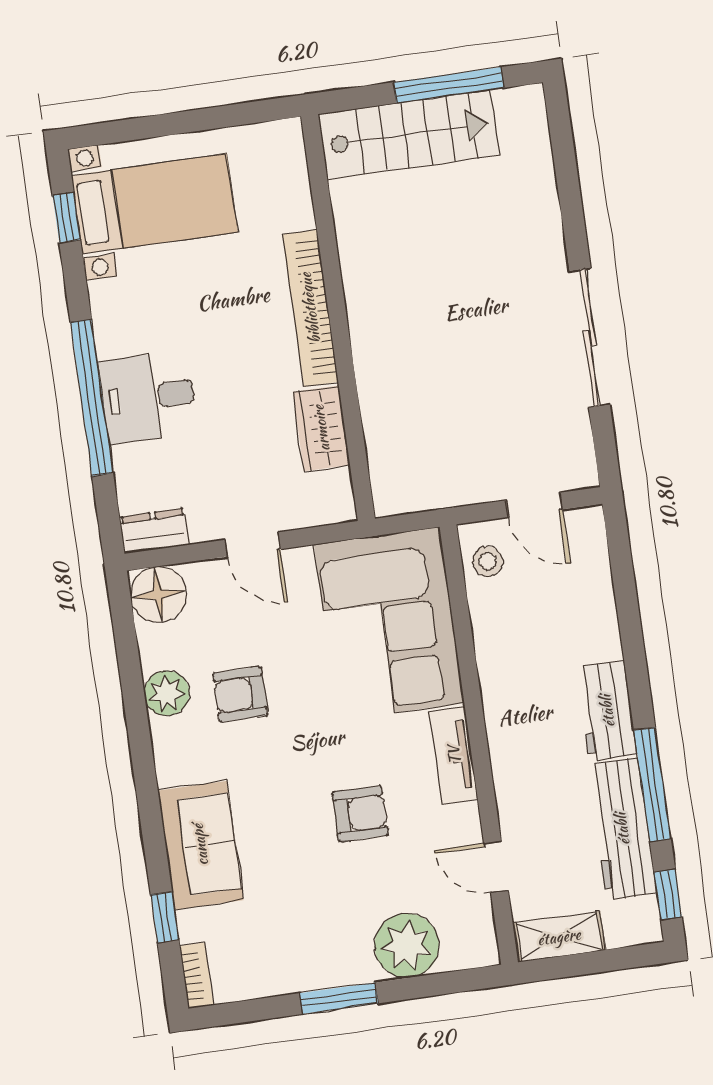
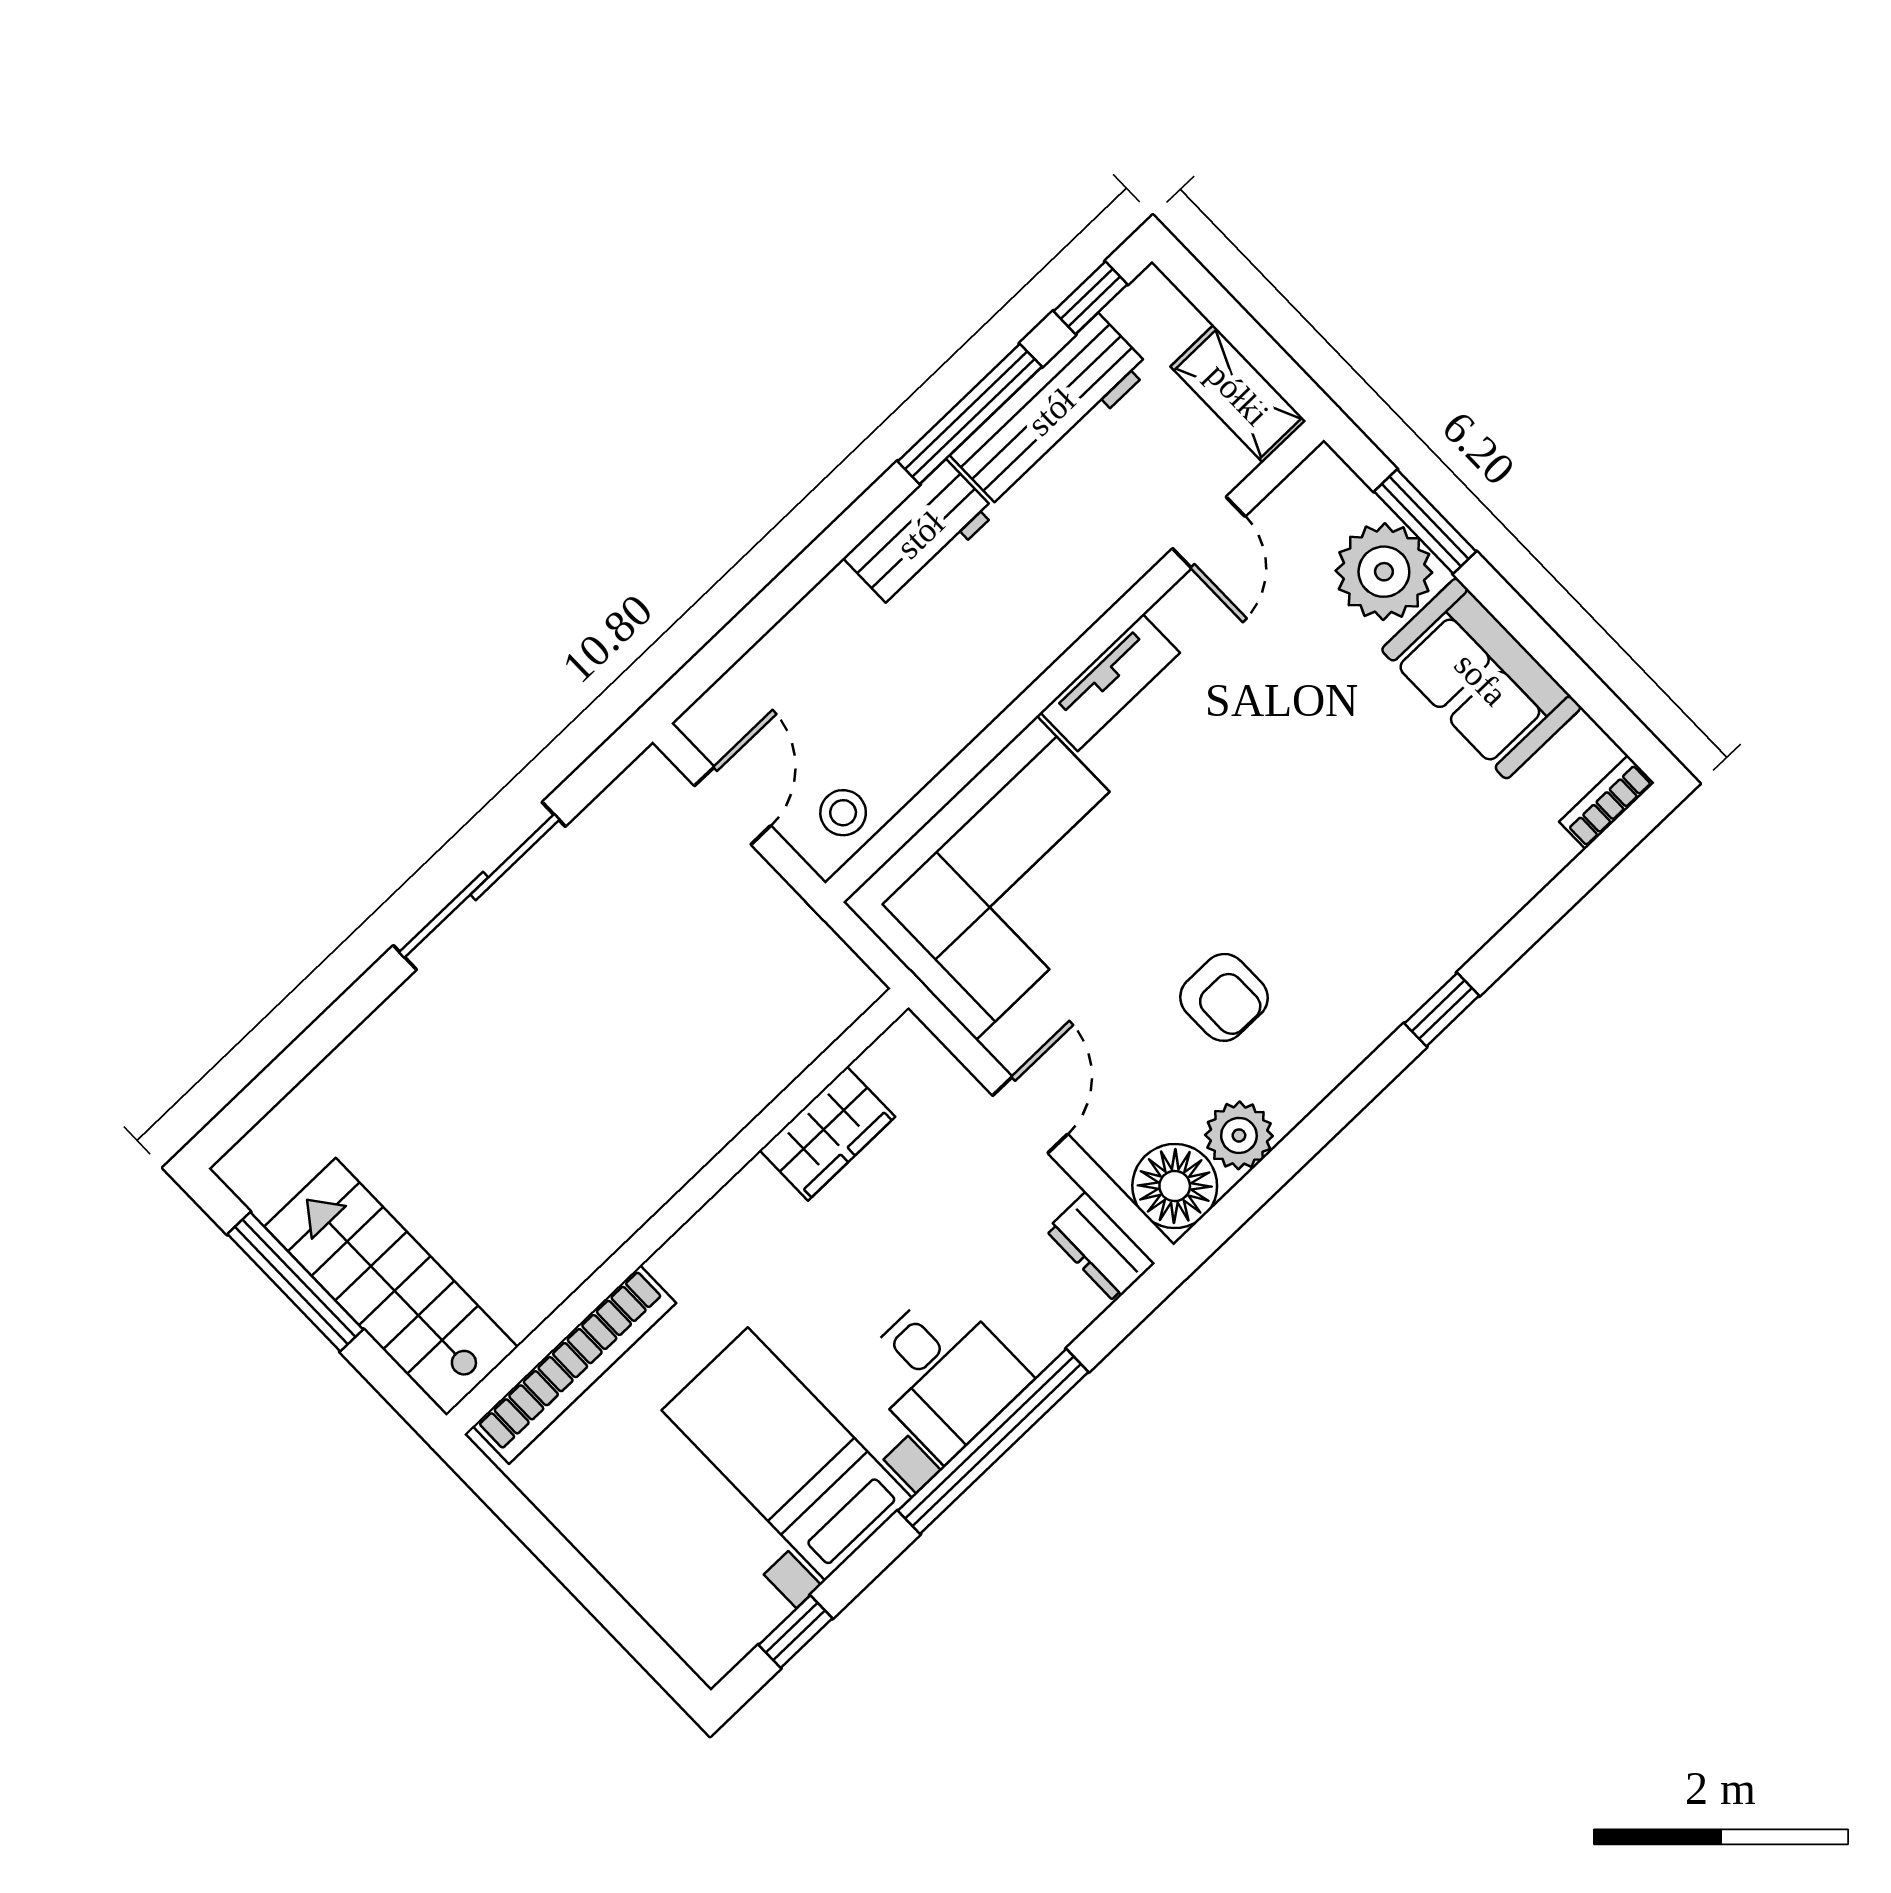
bed with nightstands: (154, 204) -> (787, 1454), moved
bookcase: (310, 308) -> (575, 1365), moved
plant: (167, 693) -> (1239, 1135), moved
armchair: (360, 814) -> (1264, 745), removed
sofa: (200, 845) -> (1481, 679), moved, turned -90
window: (165, 917) -> (1442, 1010), moved
window: (339, 998) -> (1425, 522), moved

